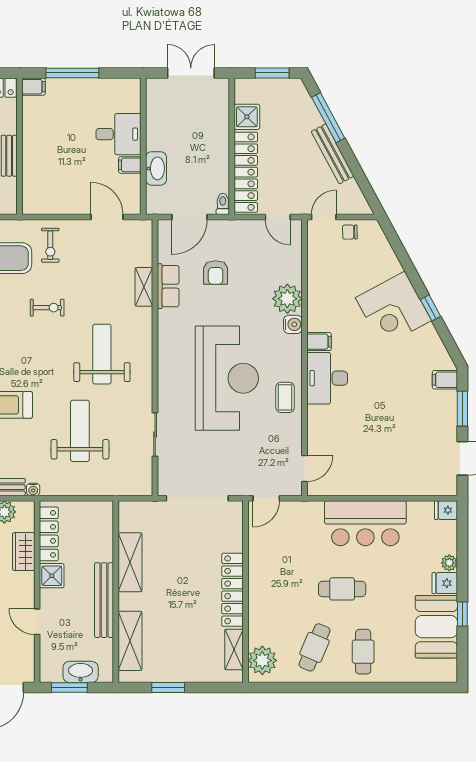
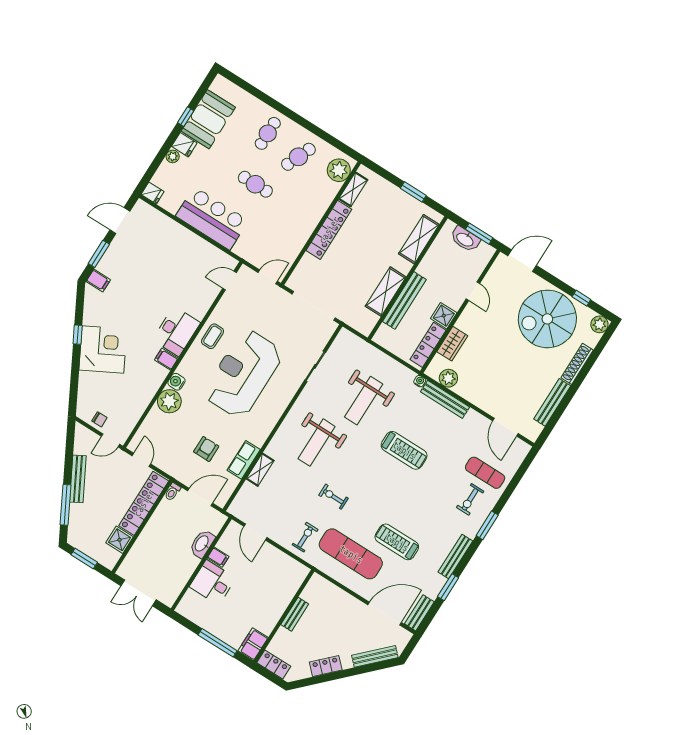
filing cabinet: (33, 87) -> (253, 644), width x2.00
bench: (104, 600) -> (404, 300), moved

